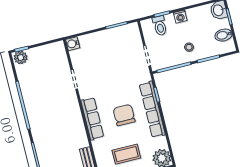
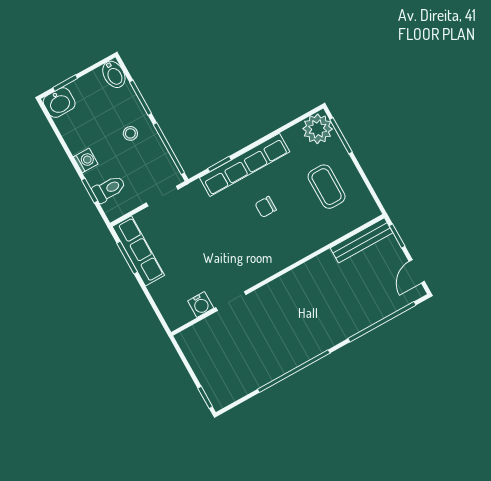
bidet: (223, 35) -> (114, 74), moved
water cooler: (73, 44) -> (201, 305), moved
plant: (21, 57) -> (219, 395), removed
chair: (124, 115) -> (266, 207), width x0.54, depth x0.54
row of seats: (92, 119) -> (138, 251), moved, turned 90

